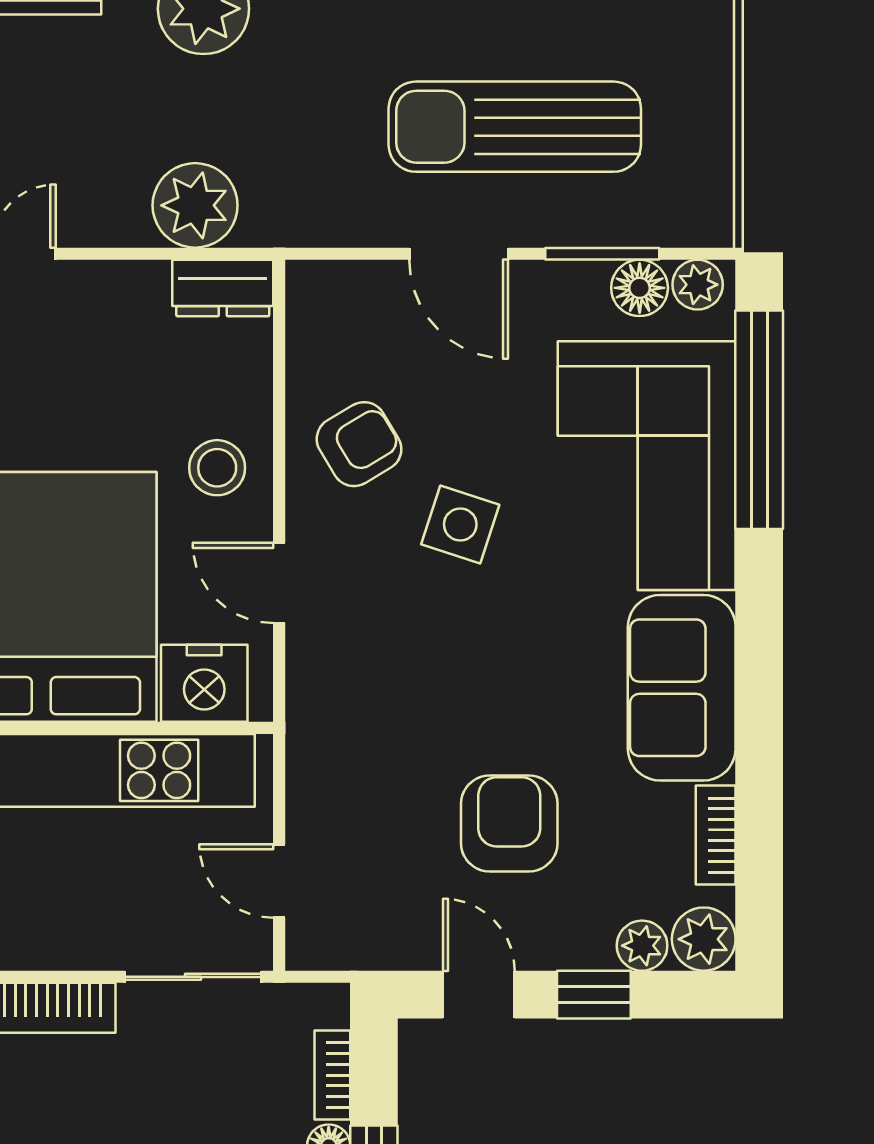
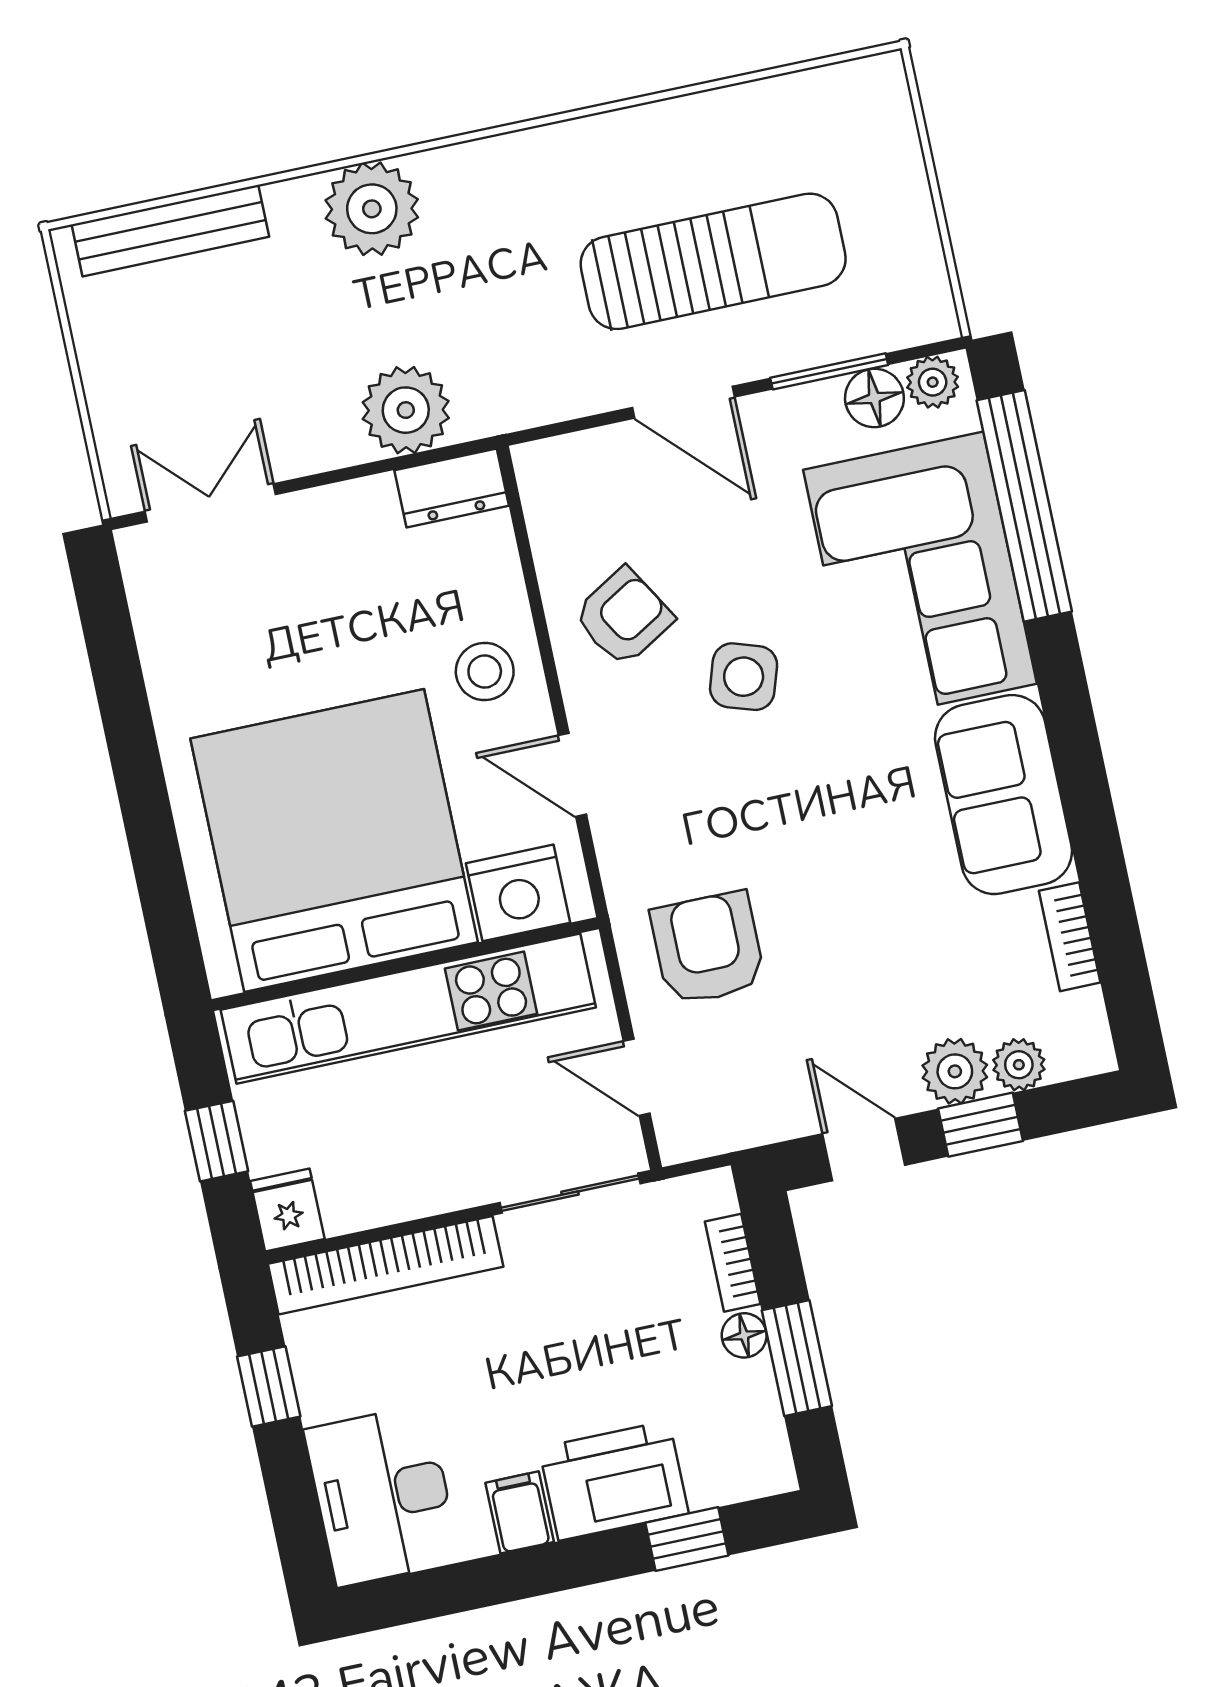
sun lounger: (515, 127) -> (713, 261), turned 180
armchair: (509, 823) -> (708, 948), moved
plant: (704, 939) -> (955, 1071), moved

